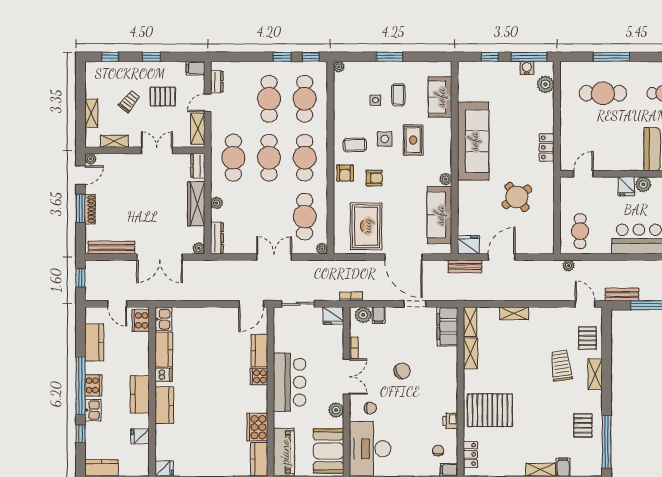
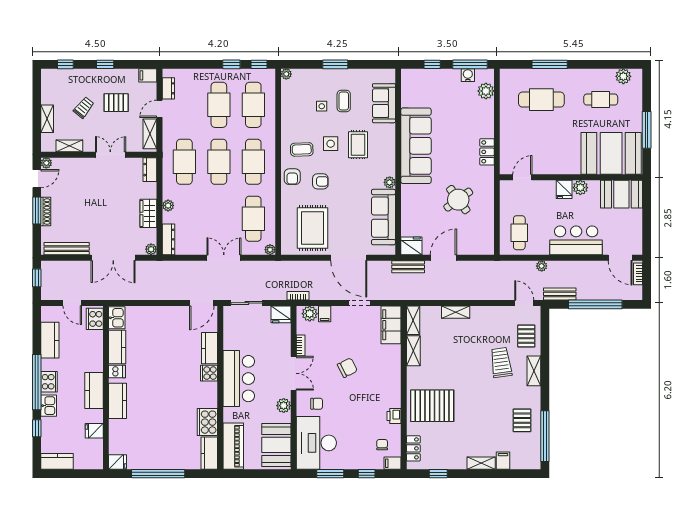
wardrobe: (196, 204) -> (148, 213), width x0.67
plant: (569, 266) -> (542, 266), moved

